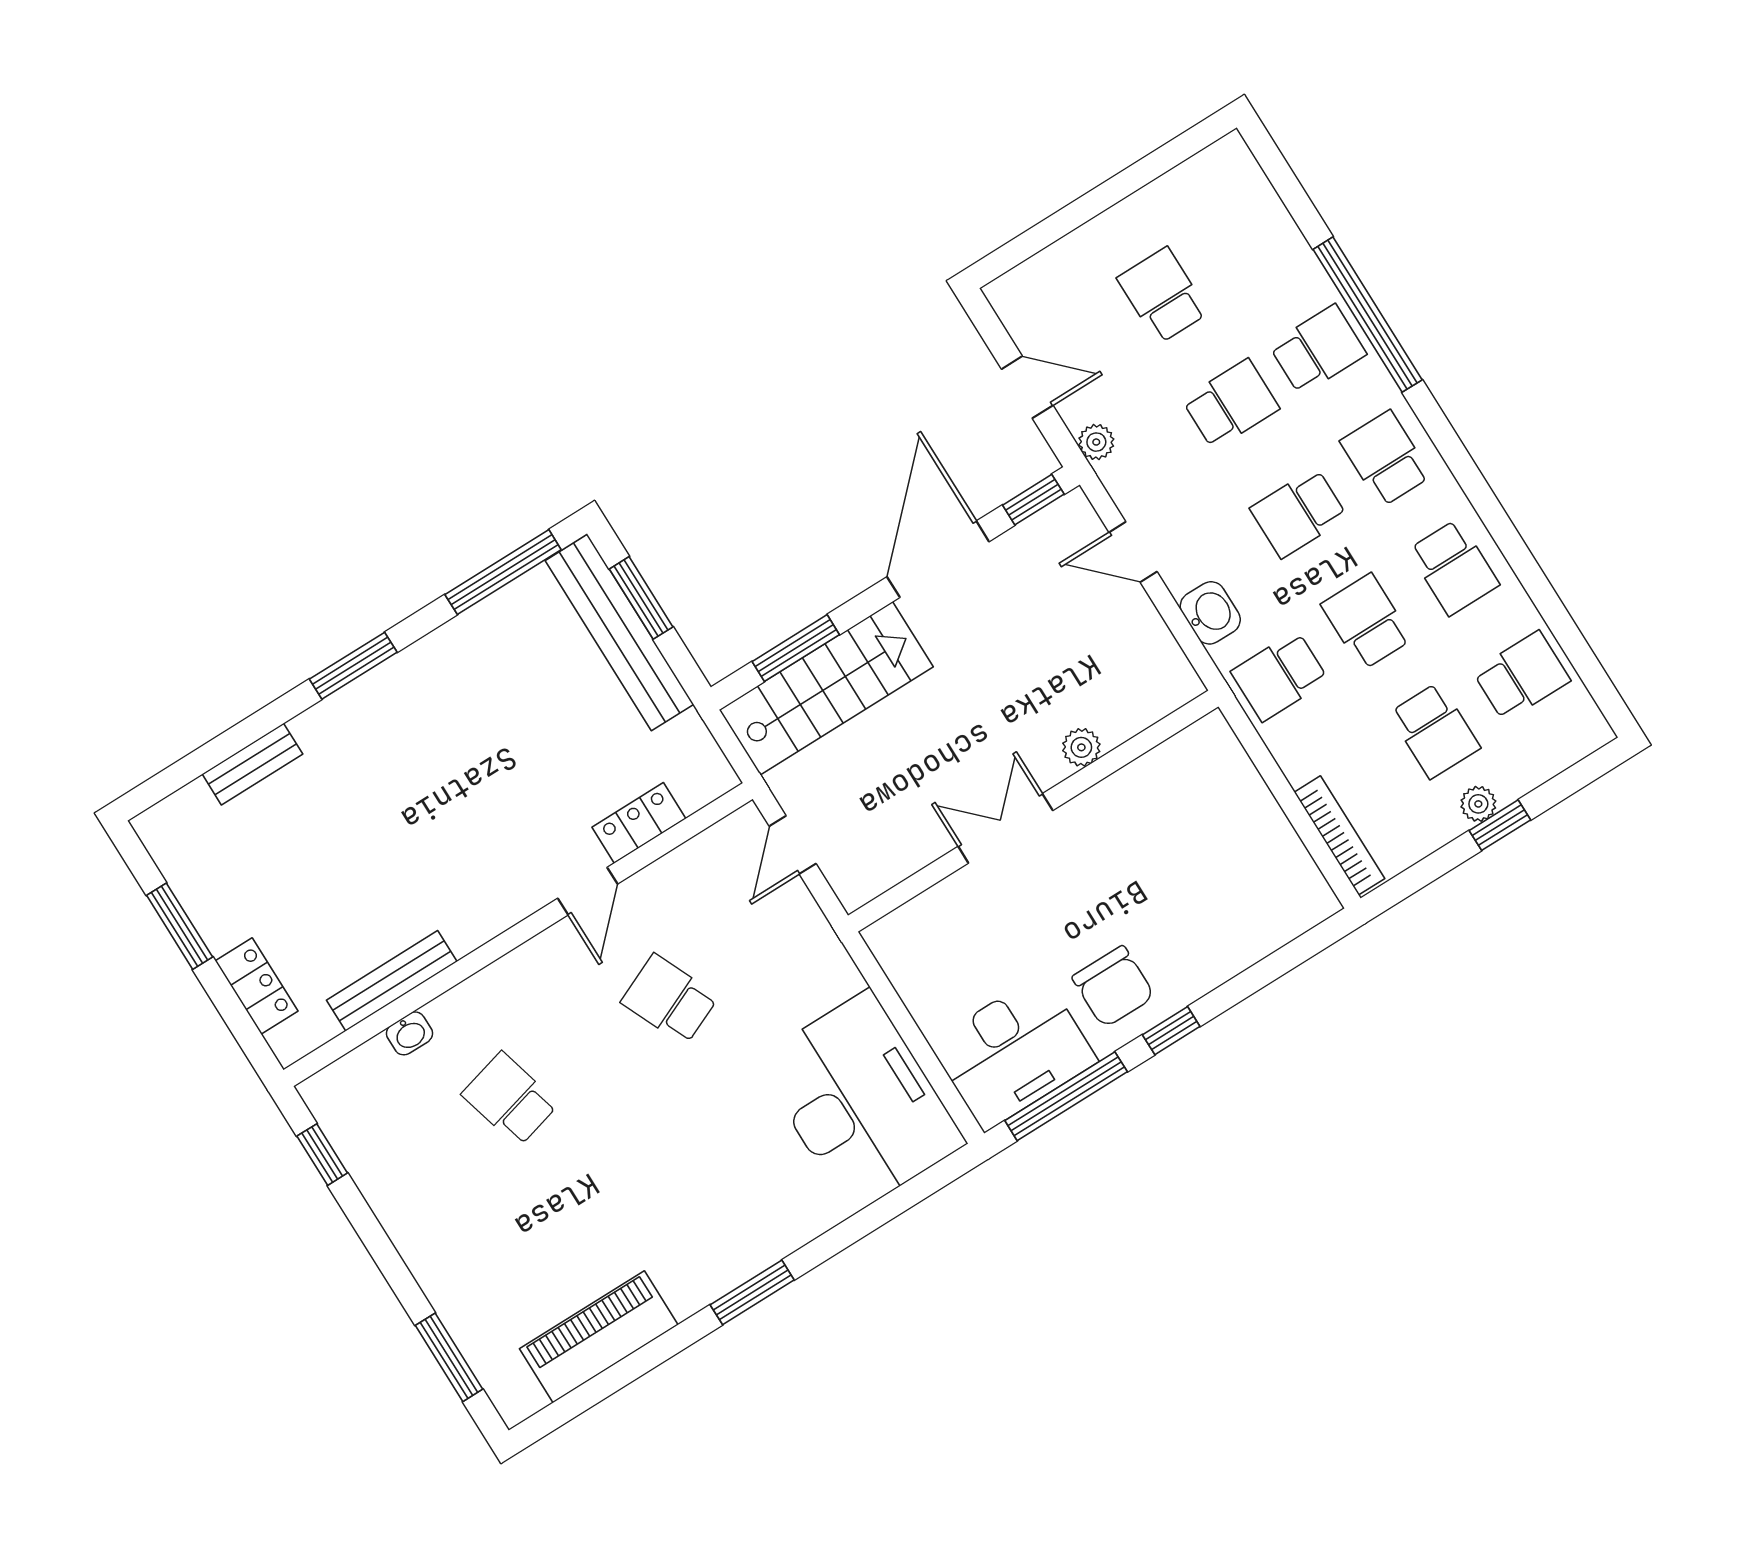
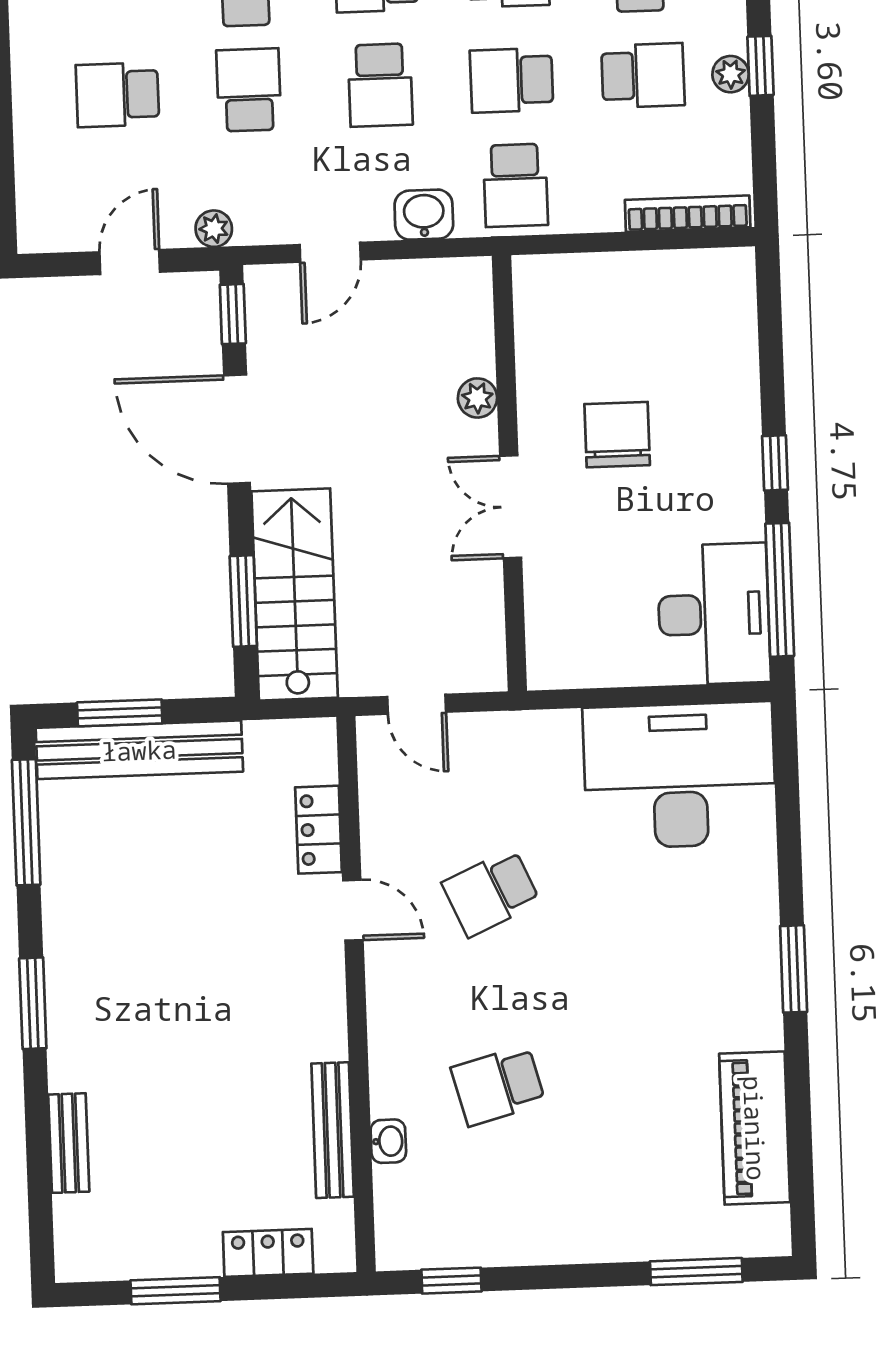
chair: (1113, 987) -> (617, 435), moved, turned -90

